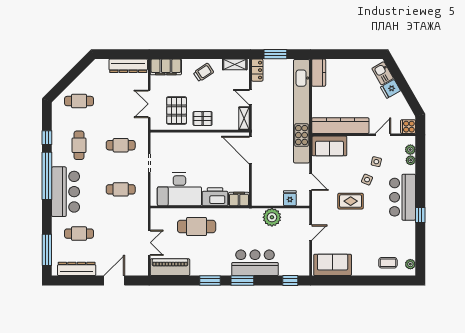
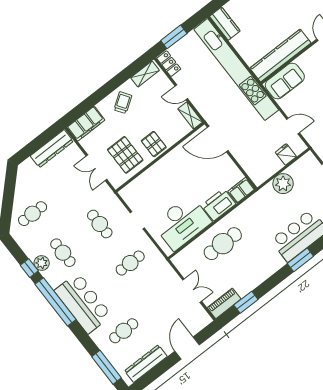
pallet: (203, 119) -> (154, 144), turned 90
plant: (58, 141) -> (42, 263), added
cafe table: (121, 145) -> (100, 224), turned 90
piano: (170, 267) -> (224, 303), width x0.73, depth x0.75
window: (210, 281) -> (246, 302), moved

